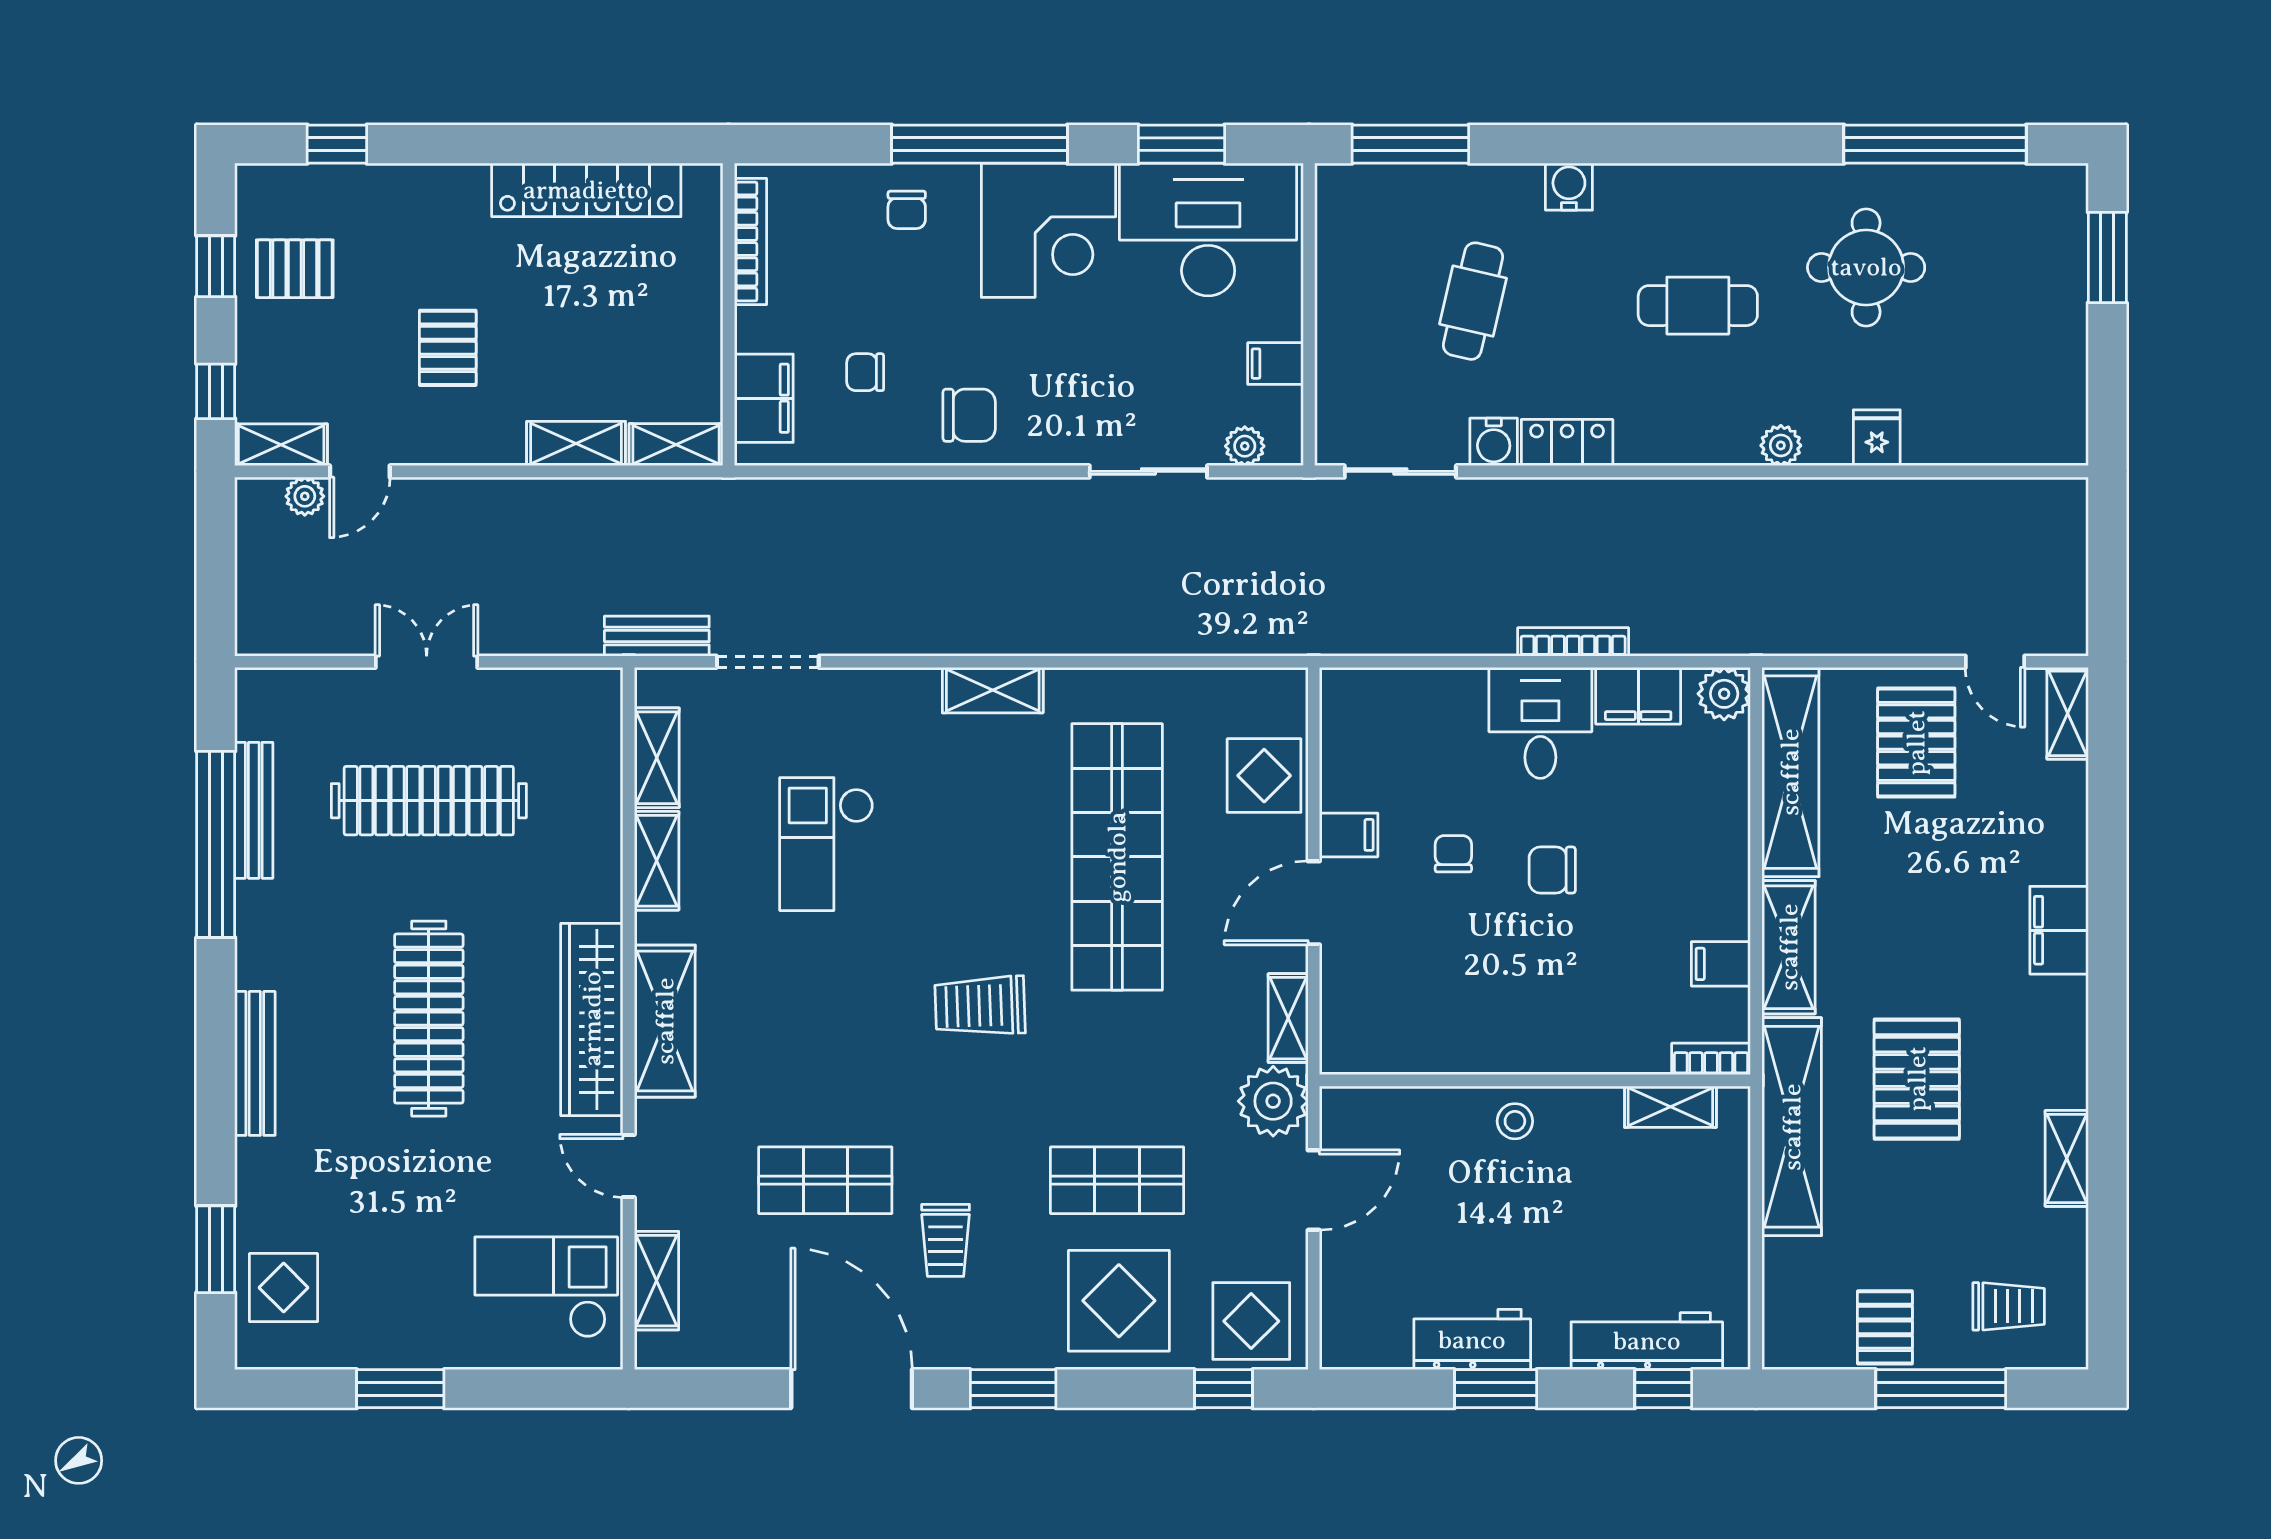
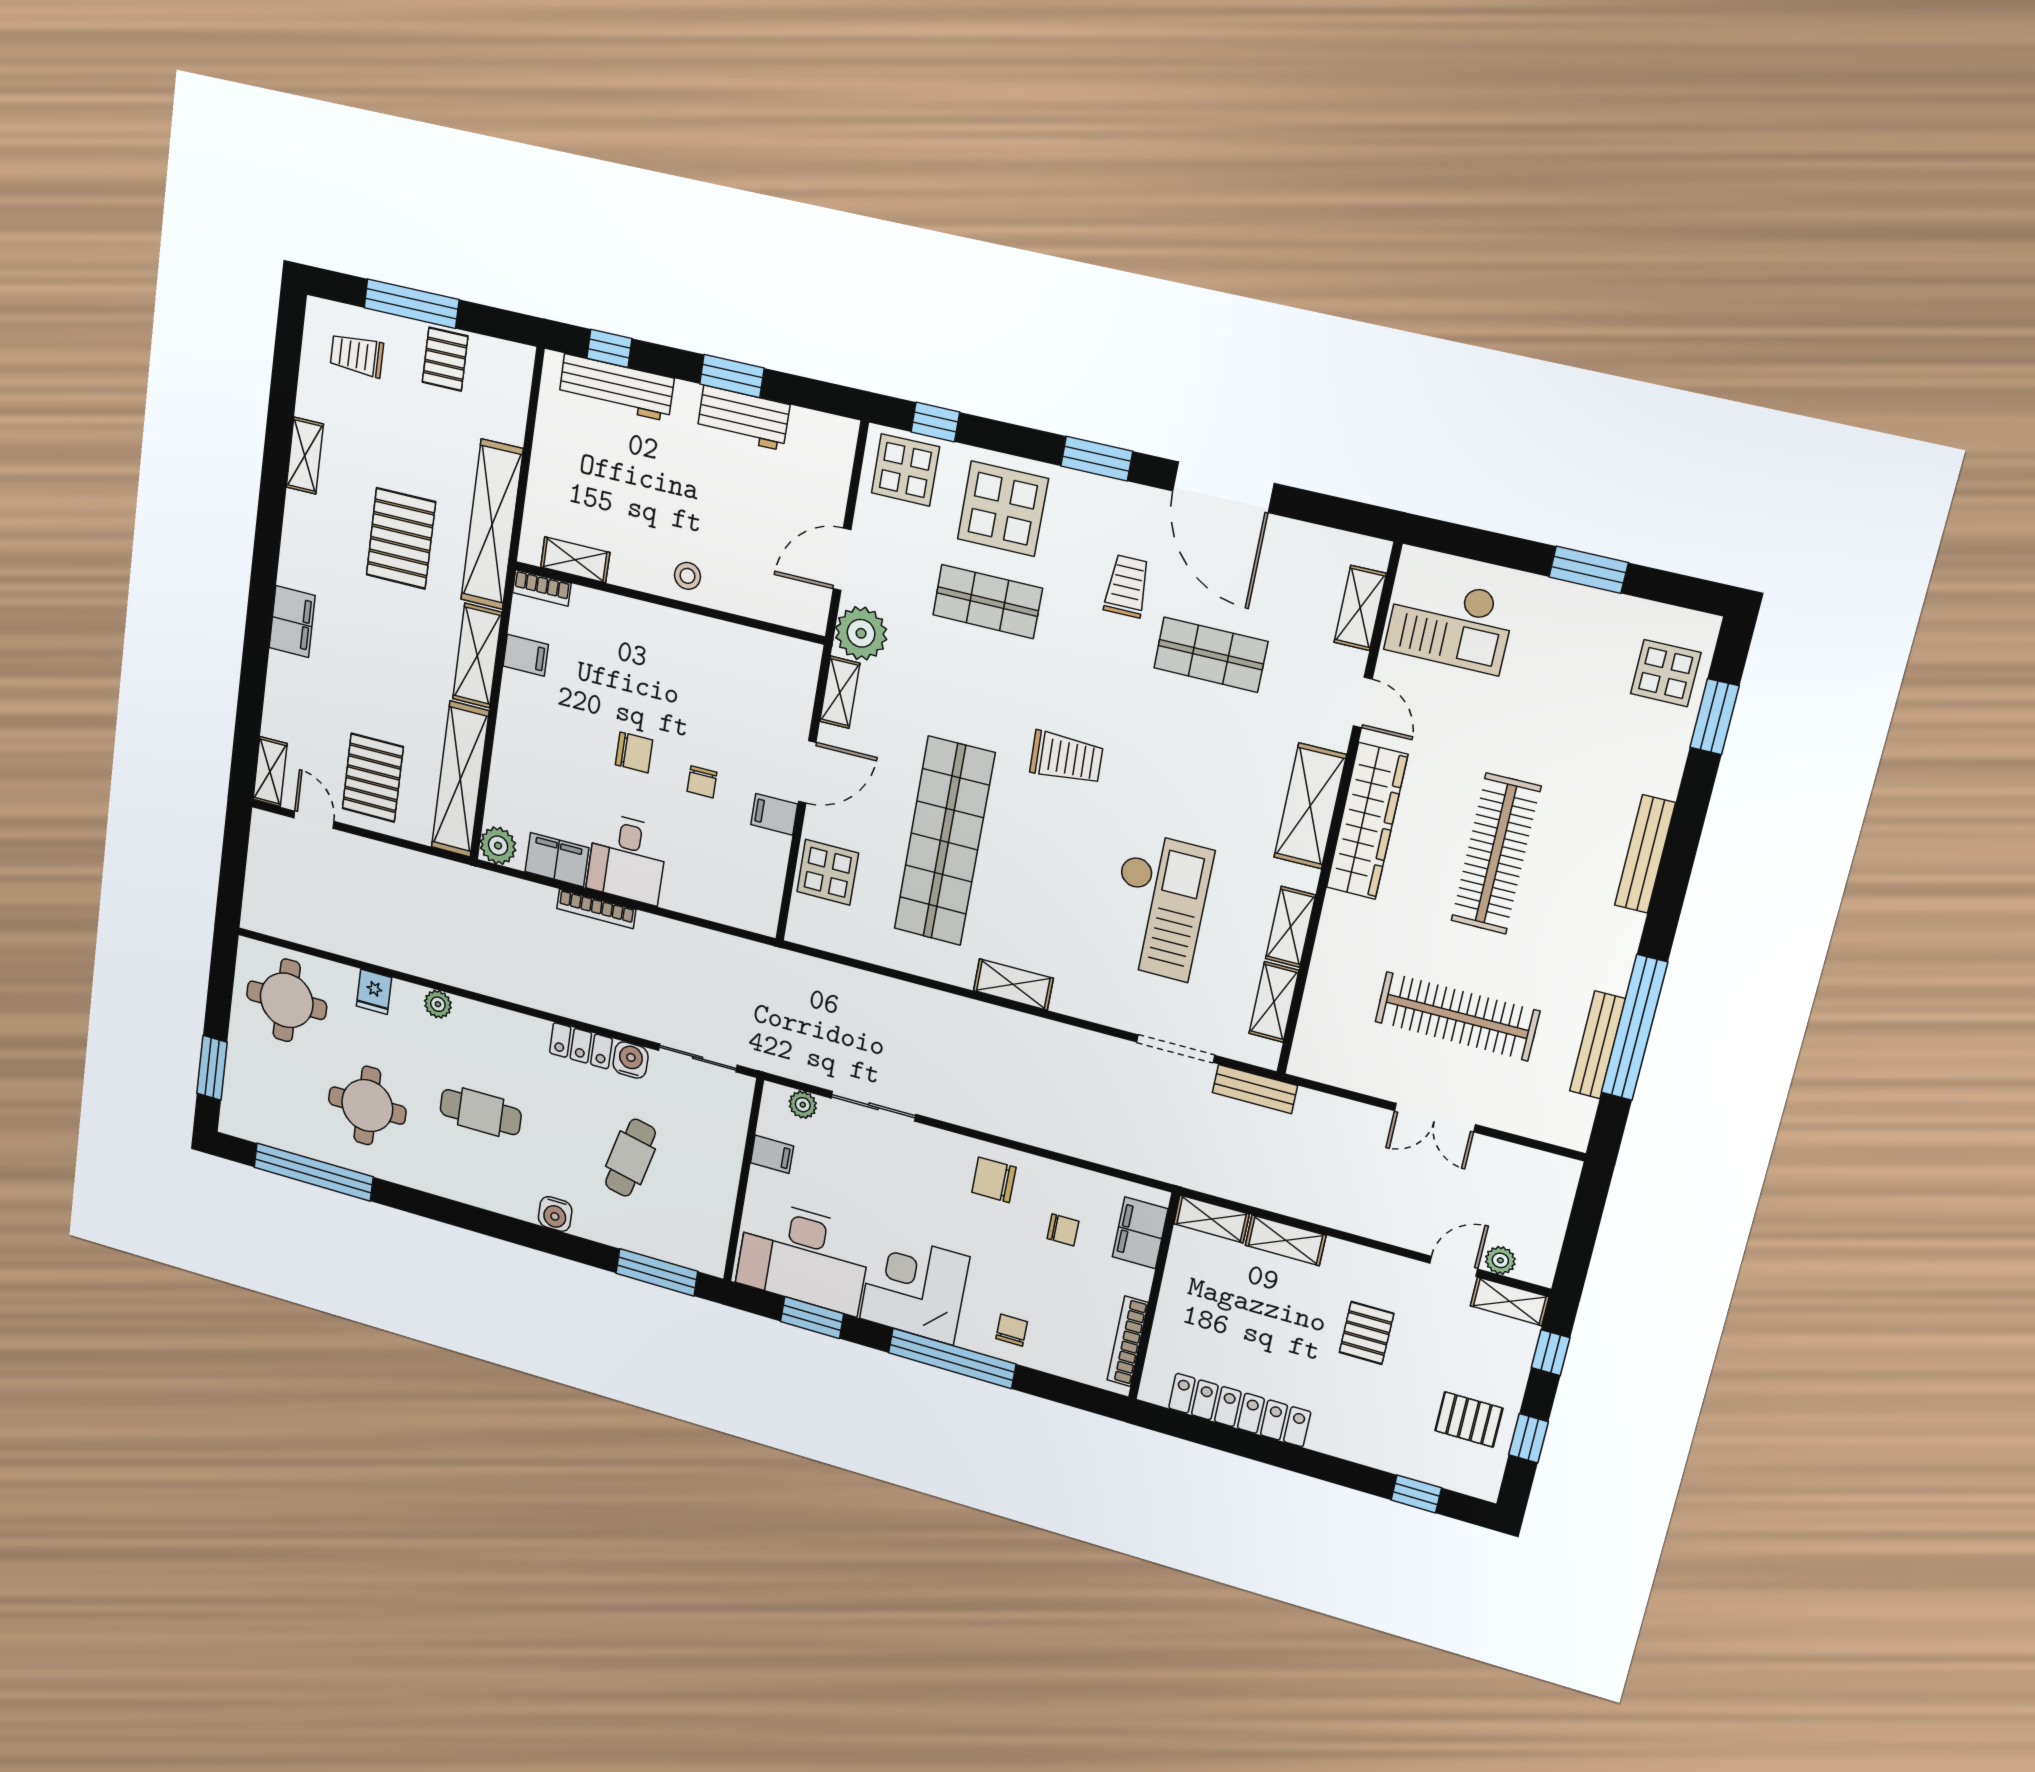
round table: (2005, 390) -> (287, 1000), added
checkout: (826, 844) -> (1159, 906), width x1.36, depth x1.21

